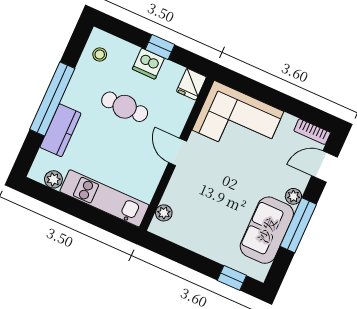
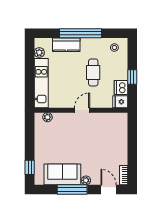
dishwasher: (148, 64) -> (121, 88), moved
corner sofa: (238, 121) -> (112, 134), removed

